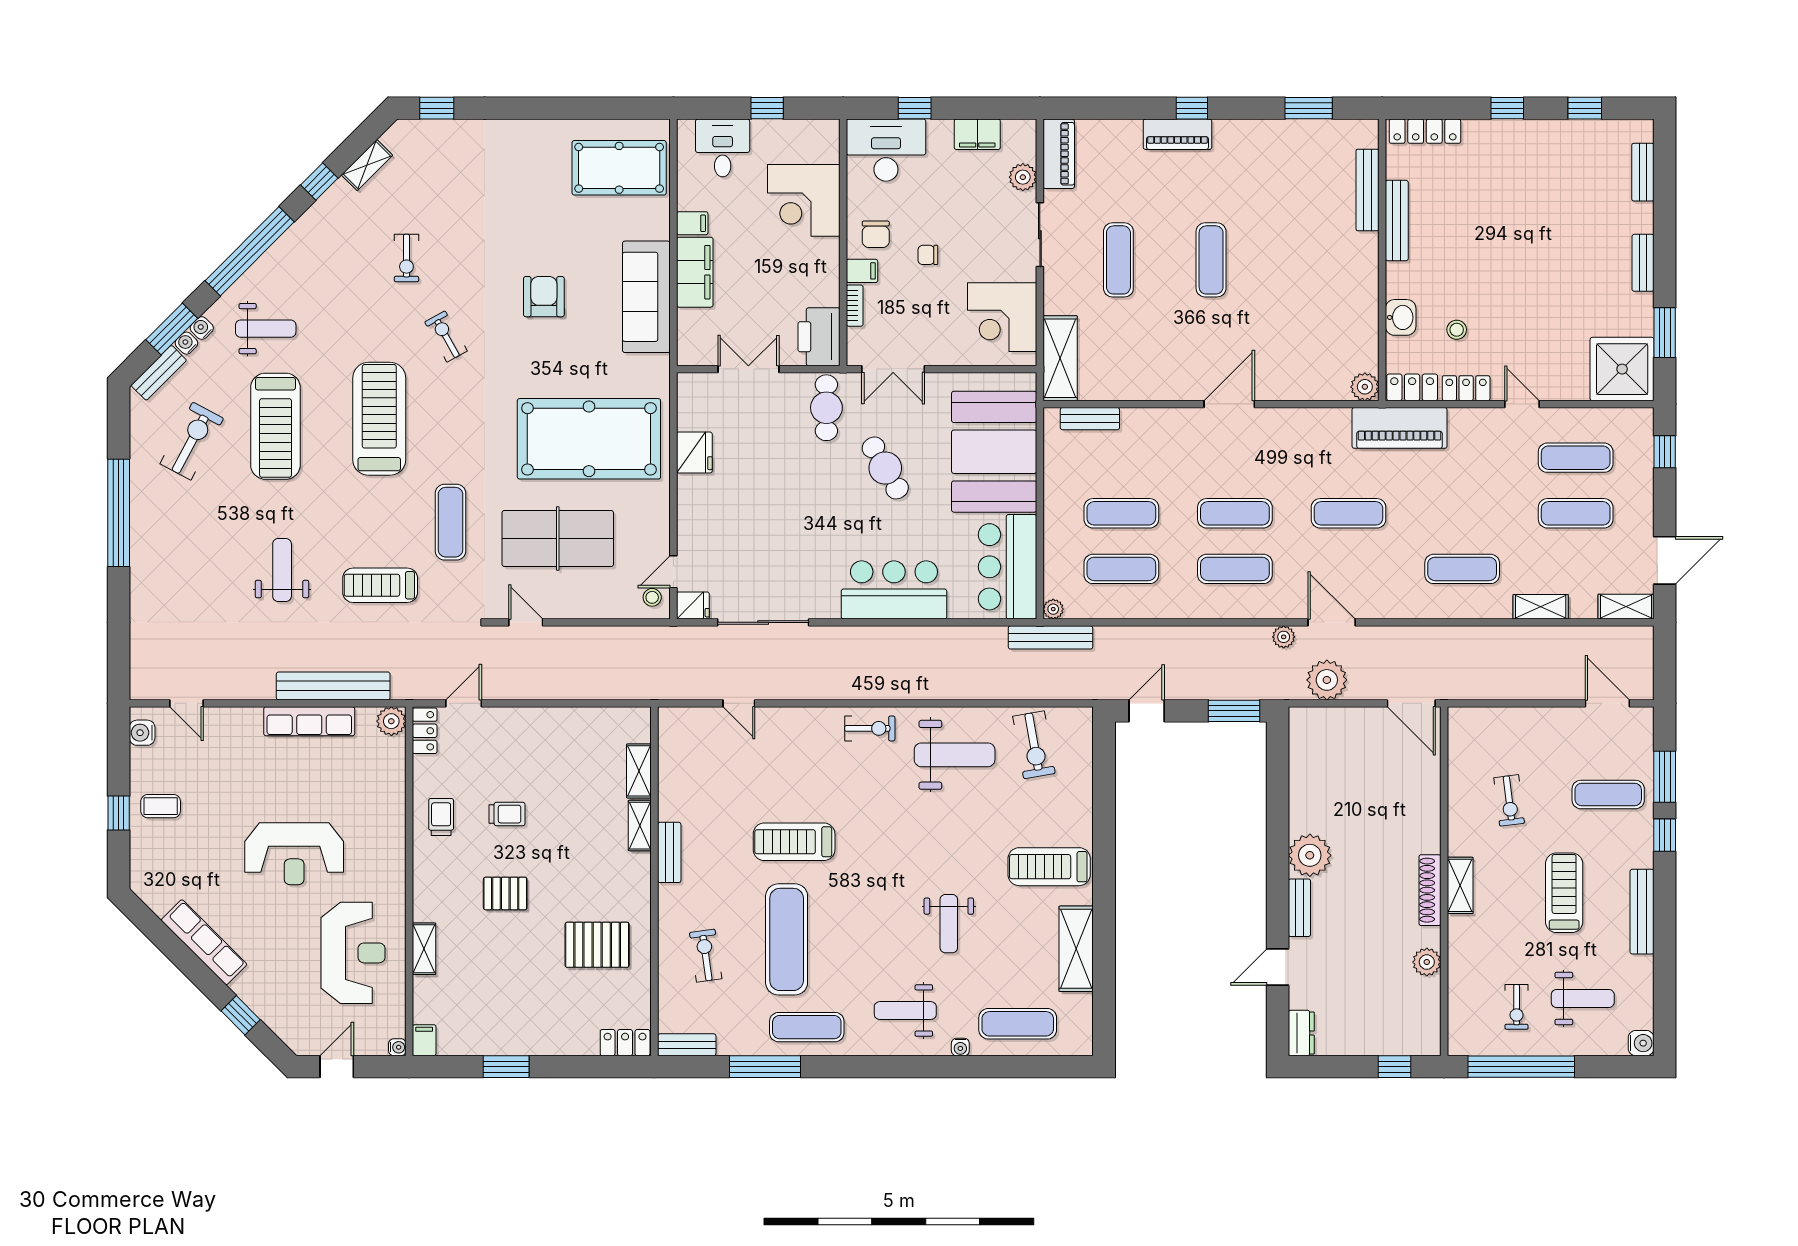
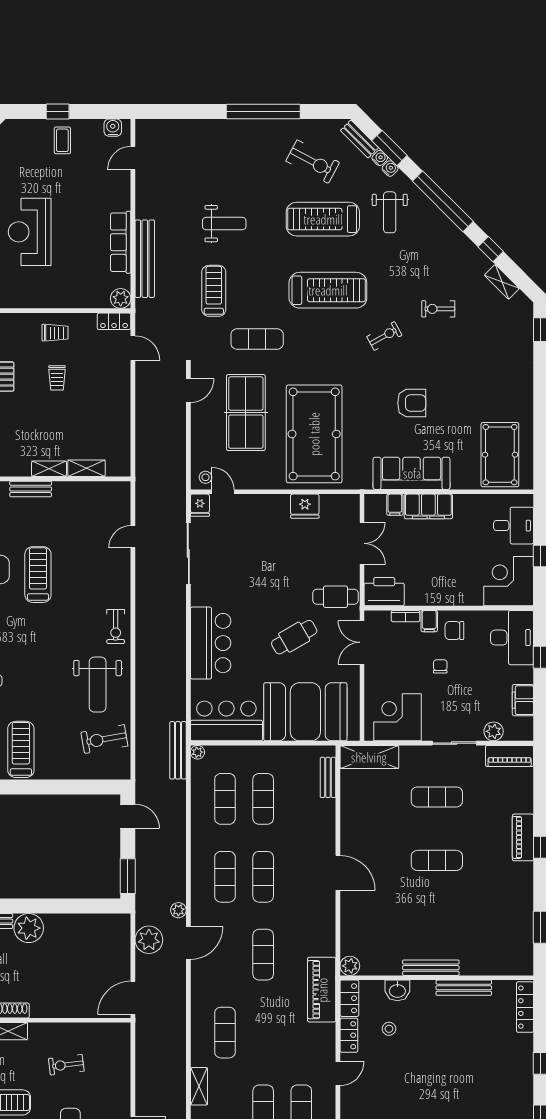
bench: (1367, 190) -> (431, 968), moved
corner desk: (804, 200) -> (509, 581), moved
filing cabinet: (692, 223) -> (395, 505), moved

